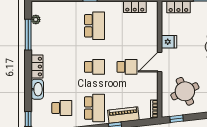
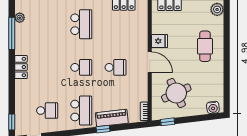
door: (160, 62) -> (150, 62), swing flipped
washbasin: (37, 89) -> (21, 91), removed

